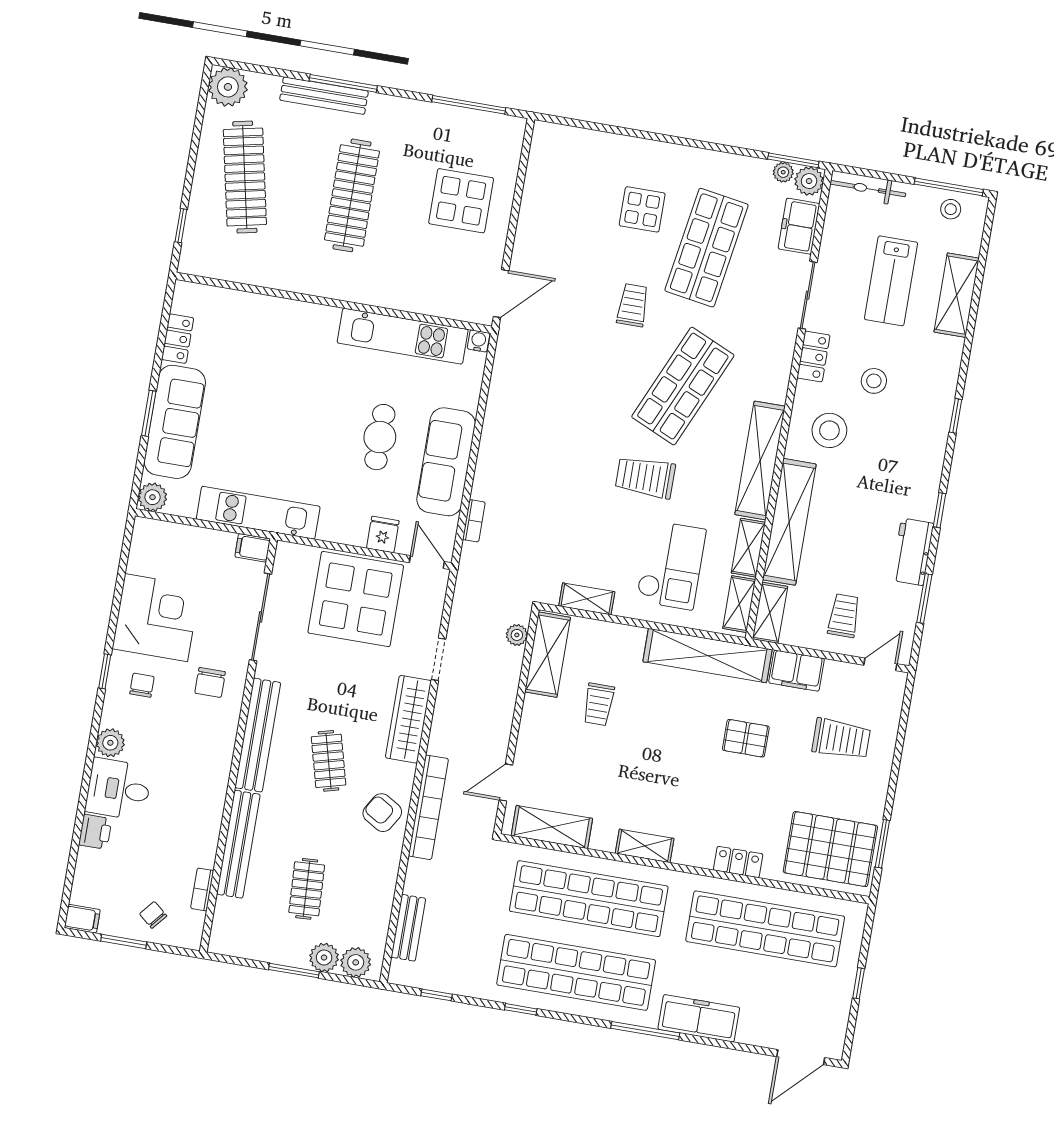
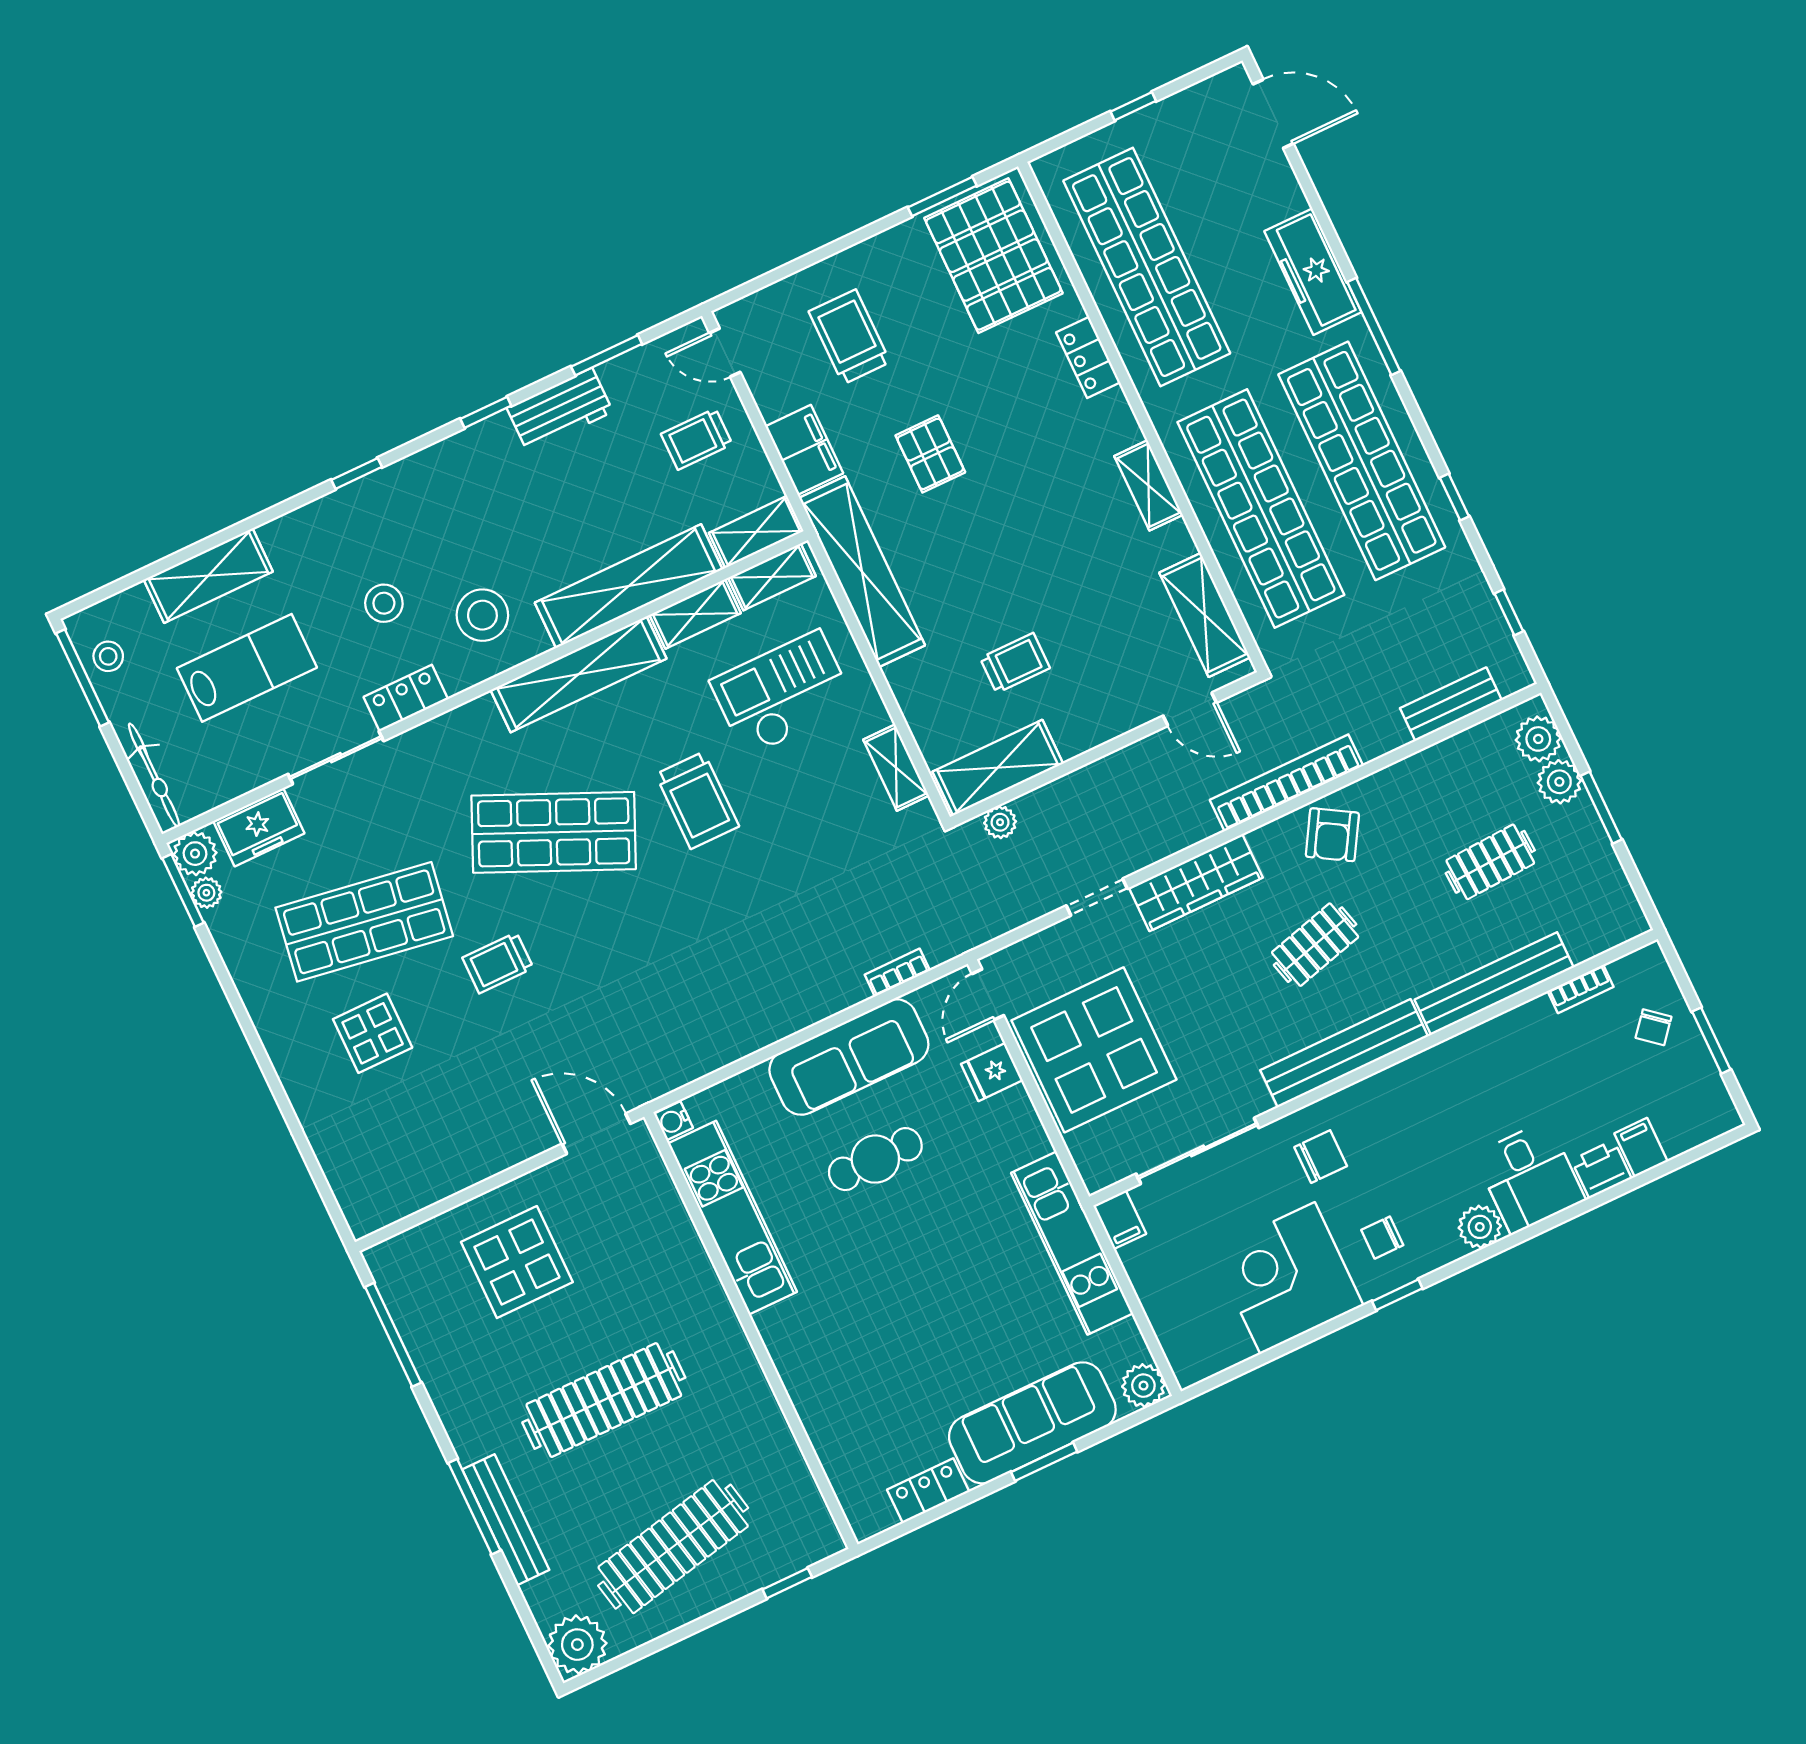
filing cabinet: (82, 919) -> (1641, 1147), moved

